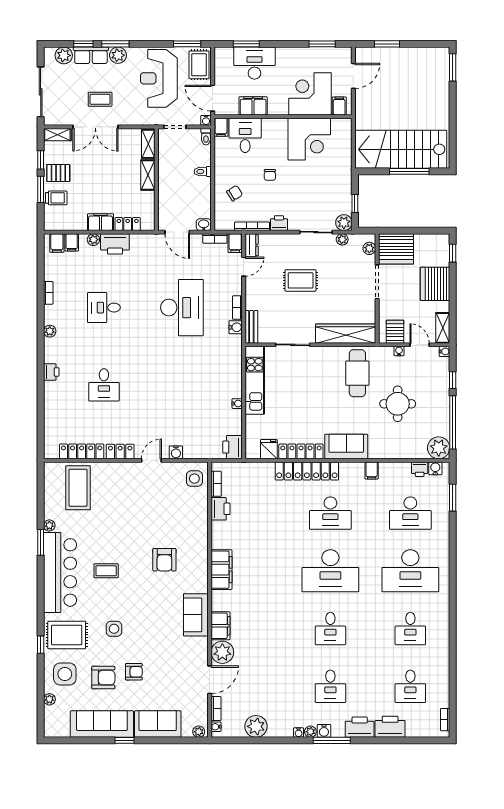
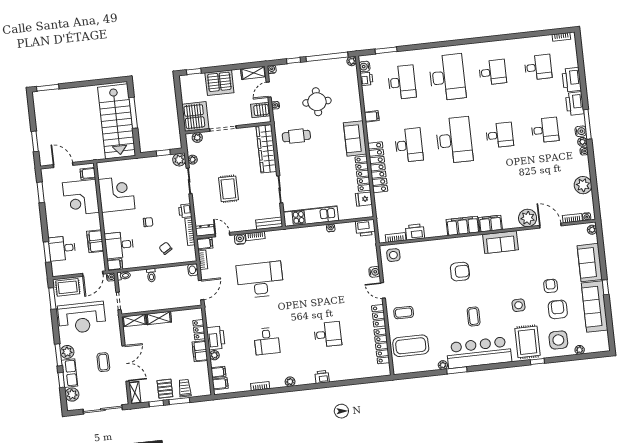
desk: (254, 63) -> (62, 248), width x0.73
water cooler: (236, 327) -> (240, 239), moved
cafe table: (357, 373) -> (296, 136), width x0.73, depth x0.74
plant: (439, 448) -> (352, 61), width x0.53, depth x0.53
coffee table: (121, 483) -> (404, 313), added
filing cabinet: (220, 626) -> (490, 224), moved

